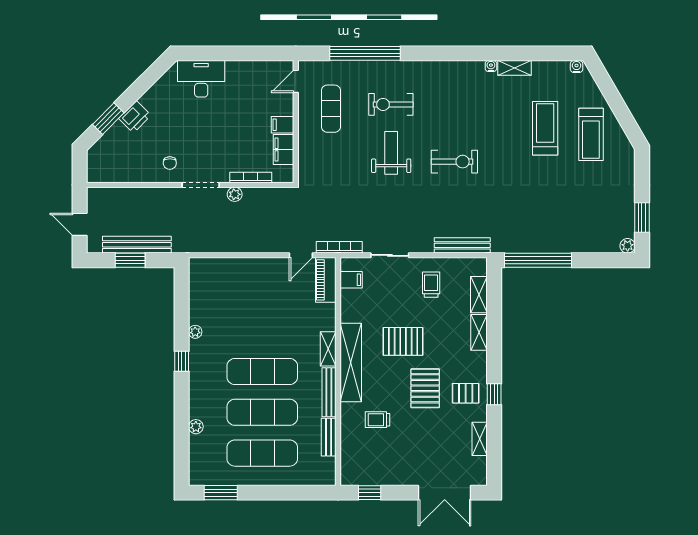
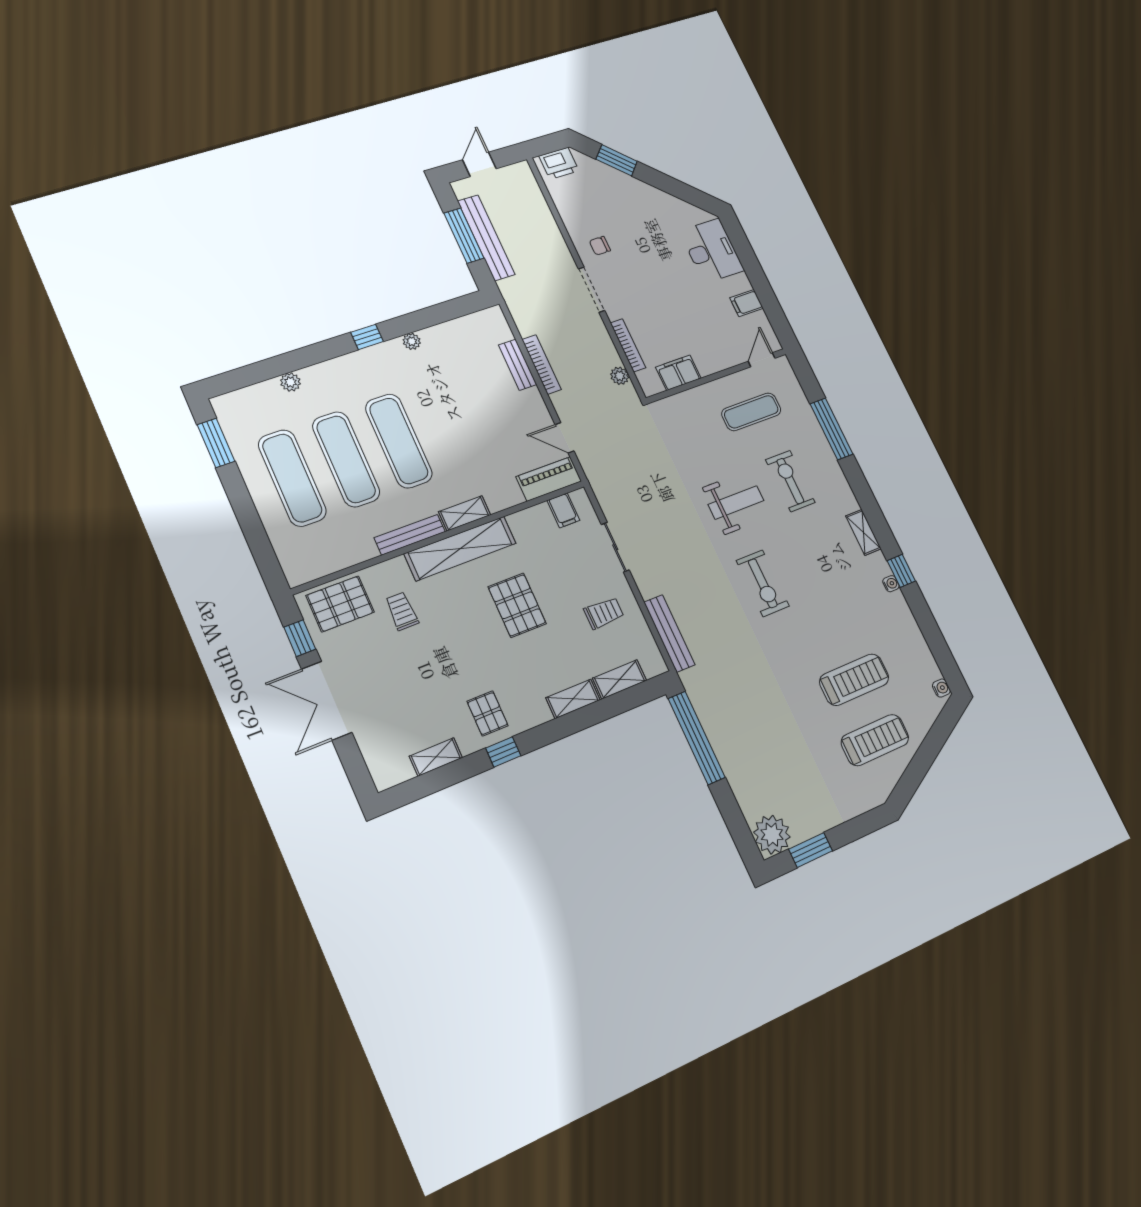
window: (365, 53) -> (832, 429), width x0.68
window: (485, 53) -> (901, 571), added
shelving: (515, 68) -> (863, 532), moved
door: (296, 81) -> (762, 360), hinge flipped
printer: (135, 117) -> (559, 163), moved, turned -45
filing cabinet: (282, 125) -> (747, 303), moved, turned -90
treadmill: (591, 134) -> (875, 740), turned 180
plant: (235, 194) -> (620, 376), moved
plant: (628, 246) -> (772, 835), width x1.87, depth x1.87
bookcase: (339, 247) -> (542, 365), moved
window: (130, 260) -> (464, 236), width x1.44
pallet: (425, 388) -> (340, 604), moved
bench: (329, 437) -> (518, 365), moved, turned 90
double door: (445, 493) -> (327, 701), moved

